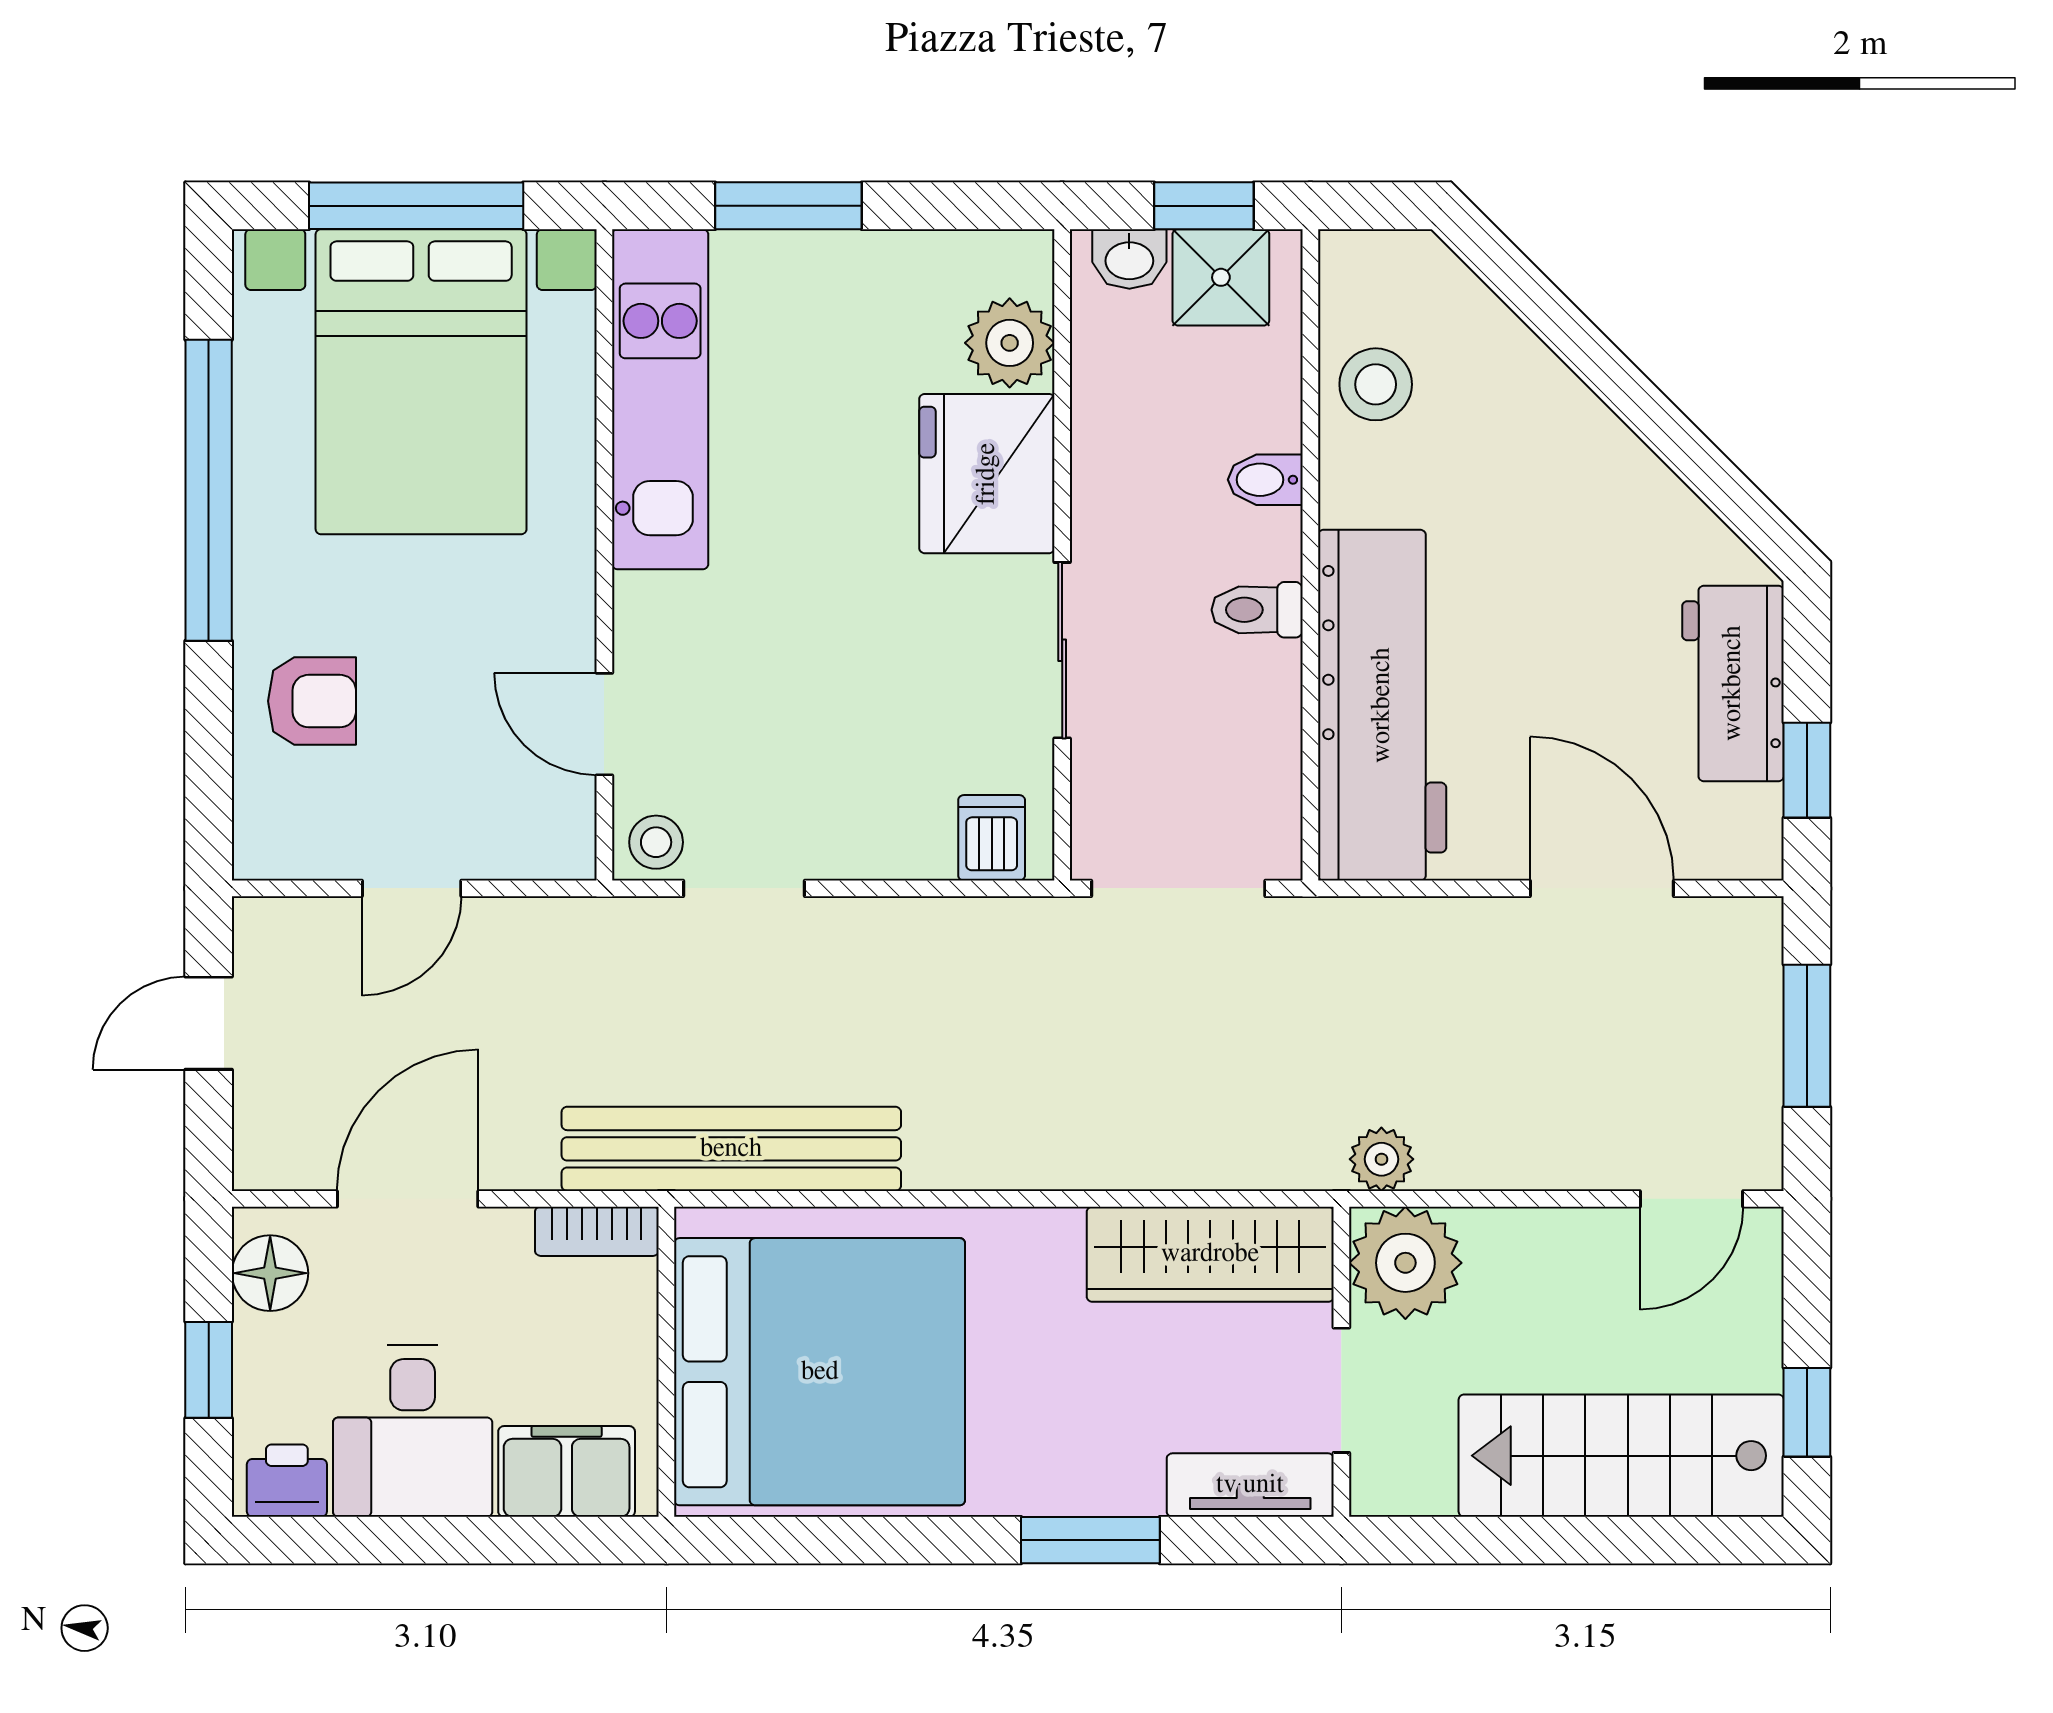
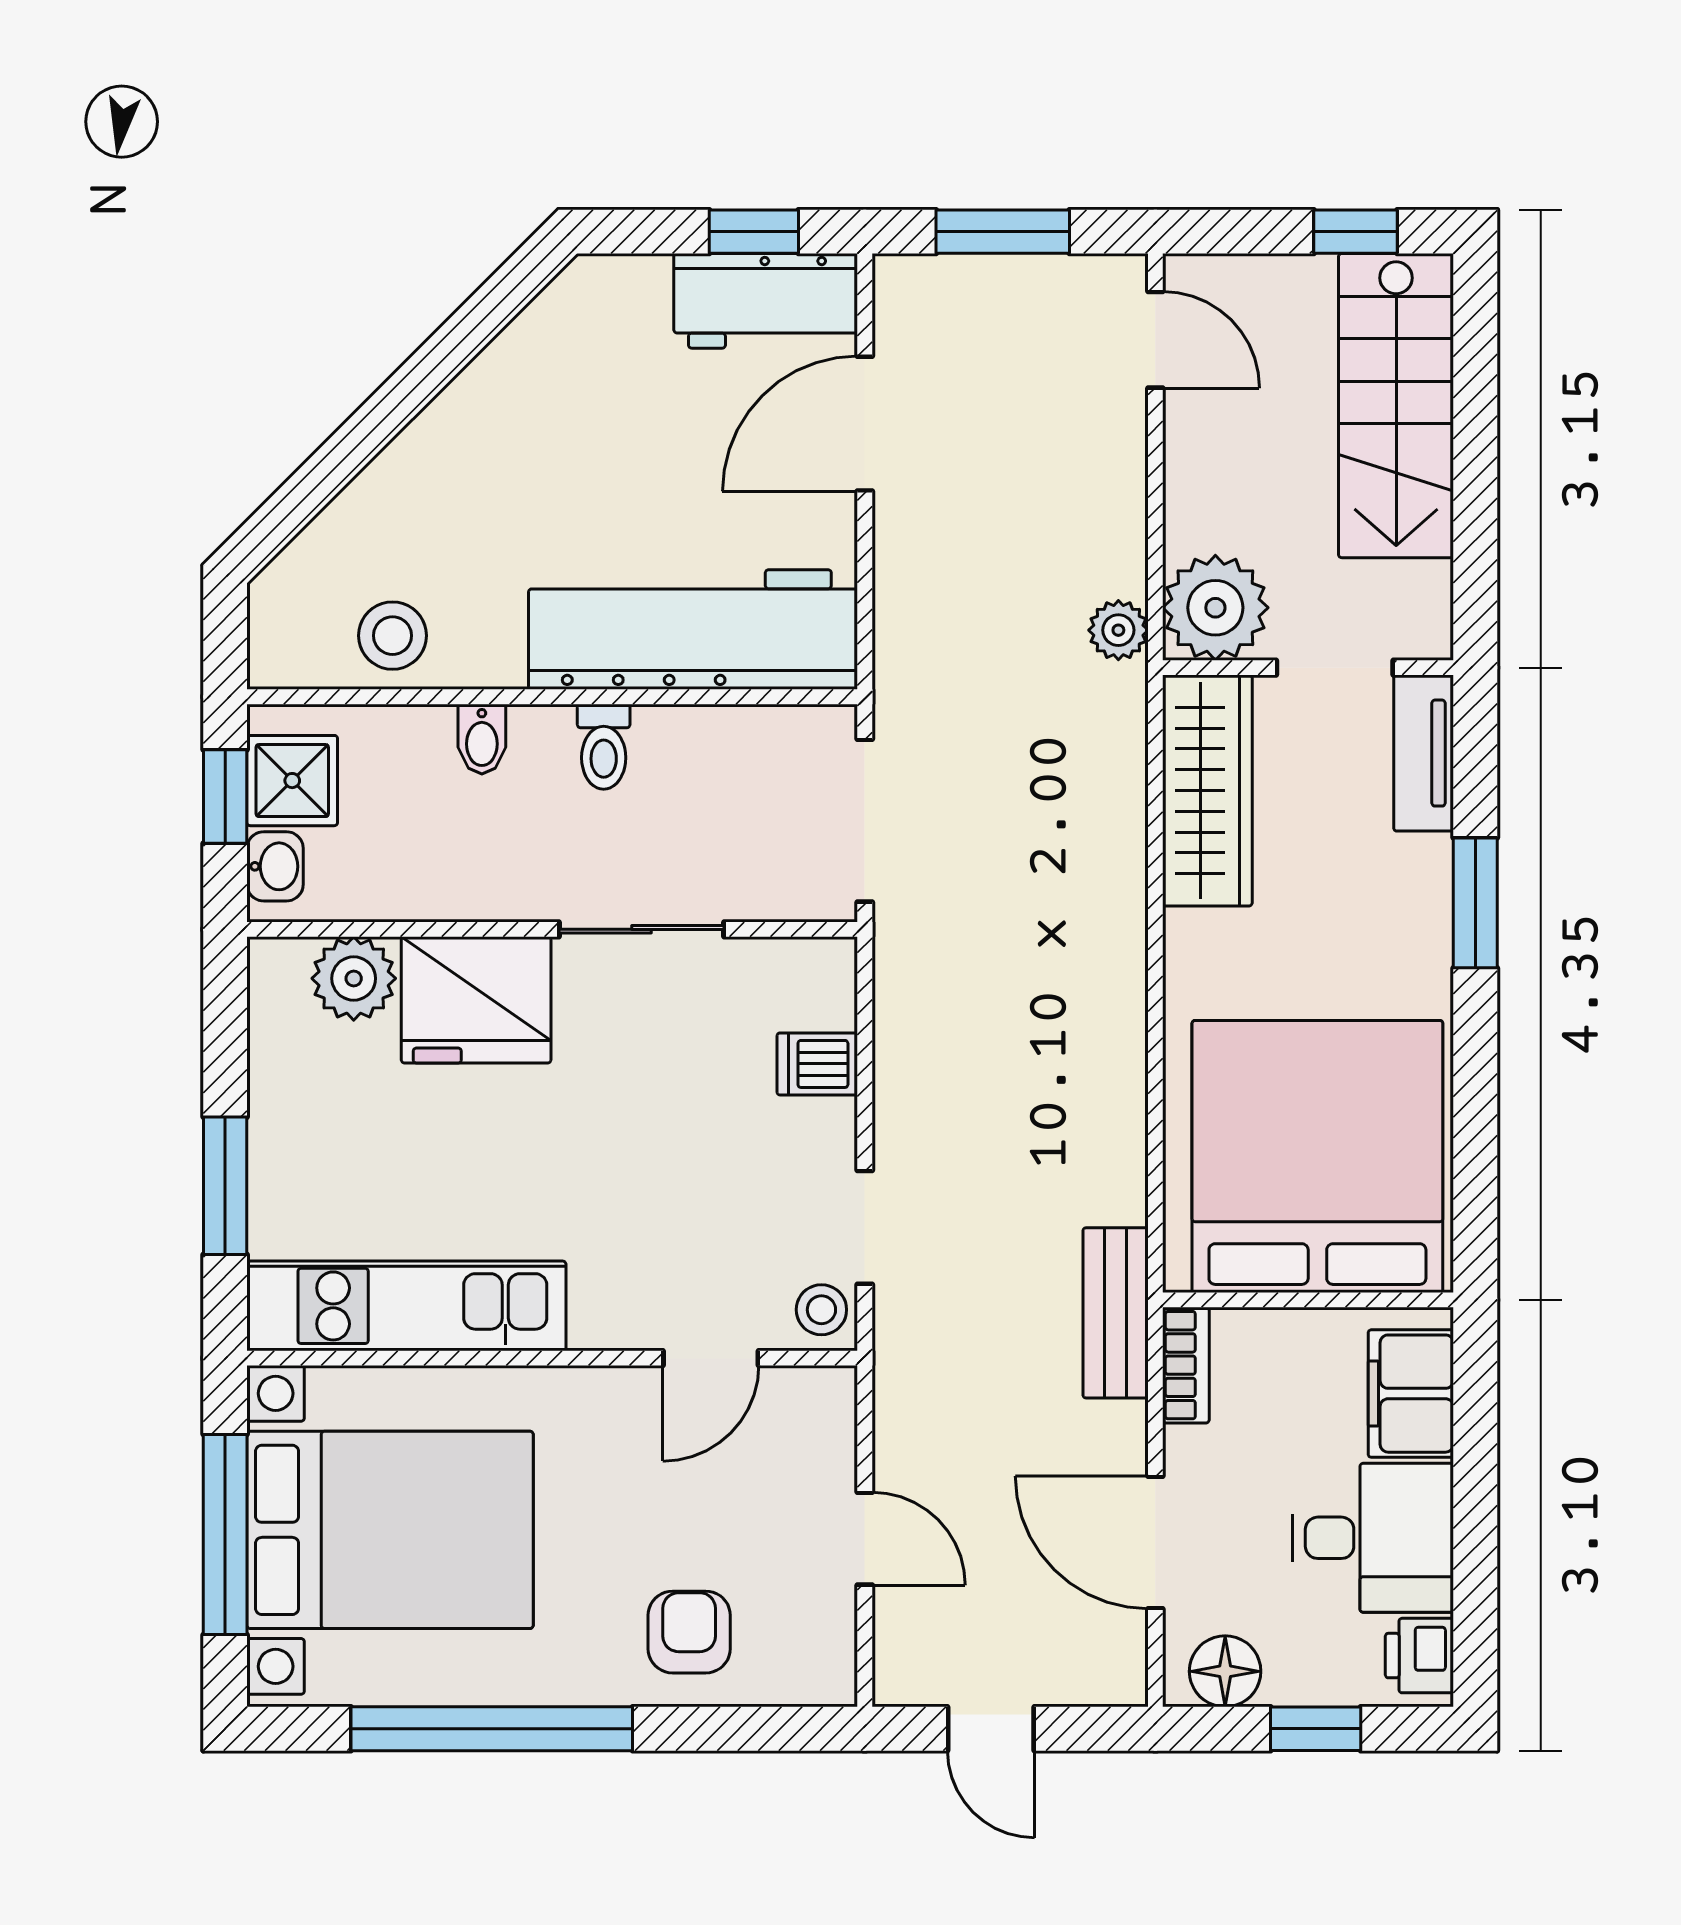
workbench: (1733, 683) -> (766, 301), moved
dishwasher: (992, 838) -> (817, 1064), moved
bench: (731, 1149) -> (1116, 1313), width x0.54, depth x0.82

